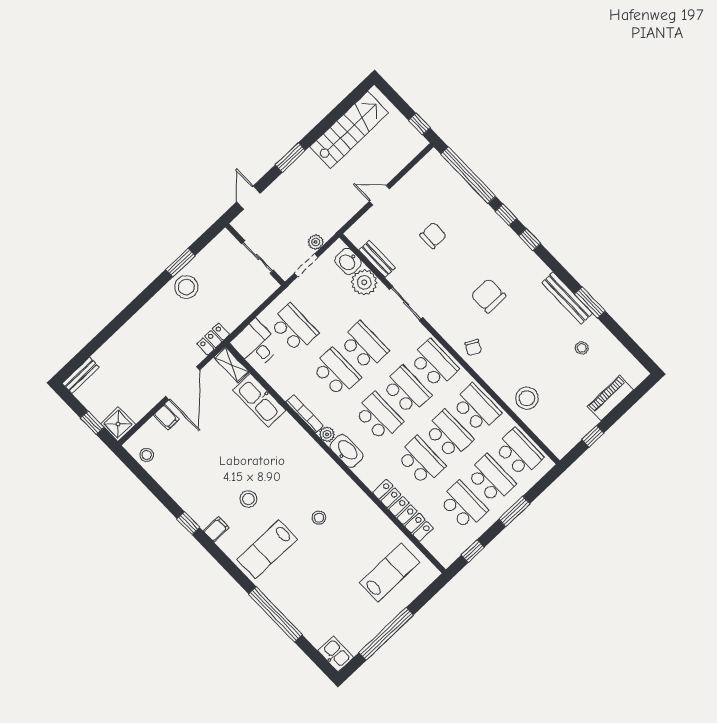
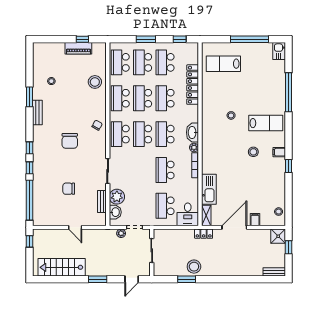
bench: (567, 298) -> (37, 112), width x0.73
school desk: (364, 346) -> (143, 170), removed
piano: (610, 398) -> (78, 48), moved

